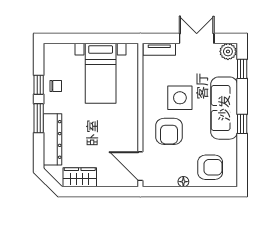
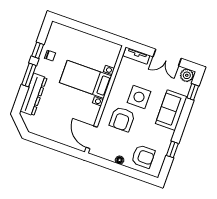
double door: (197, 38) -> (167, 57), swing flipped
bed with nightstands: (101, 73) -> (86, 79), moved, turned 90
sofa: (224, 108) -> (171, 110), width x0.73
window: (242, 124) -> (172, 149), moved
wardrobe: (80, 177) -> (44, 130), removed

